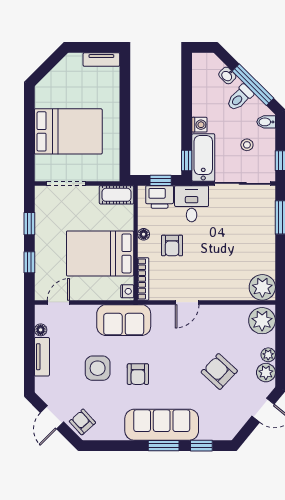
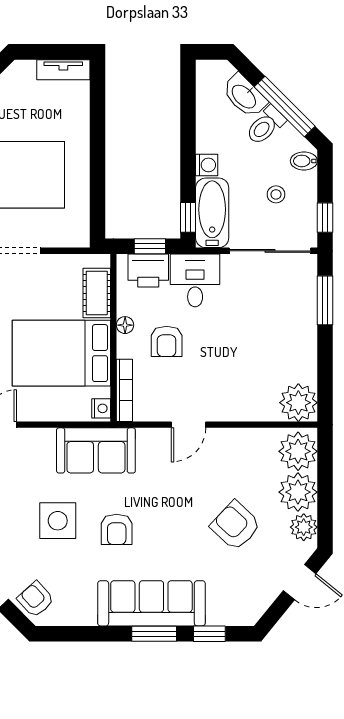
washbasin: (227, 75) -> (244, 96), width x1.91, depth x1.45
cot: (116, 195) -> (97, 293), moved, turned 90
plant: (268, 355) -> (298, 492), width x1.87, depth x1.87

